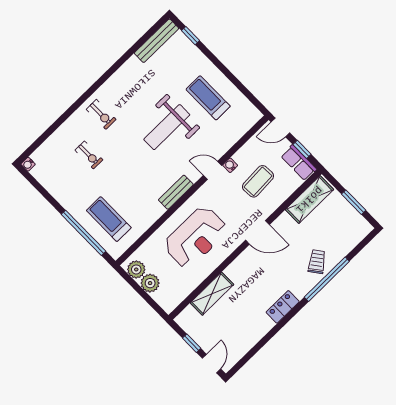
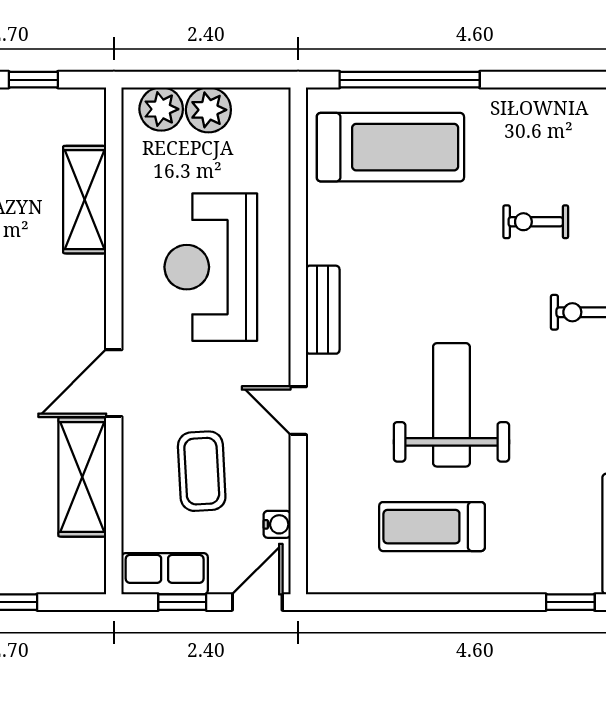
treadmill: (208, 98) -> (432, 527), turned 180
water cooler: (230, 165) -> (277, 524), moved
door: (213, 170) -> (298, 411), swing flipped
shelving: (309, 200) -> (82, 477), moved
treadmill: (109, 219) -> (390, 147), width x1.37, depth x1.38
plant: (136, 269) -> (161, 109), moved

